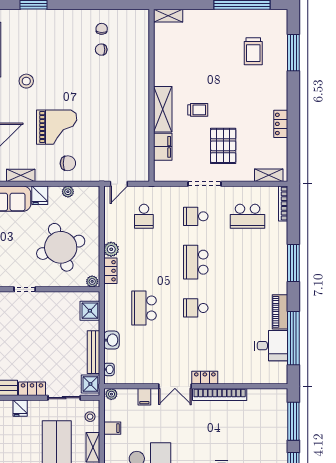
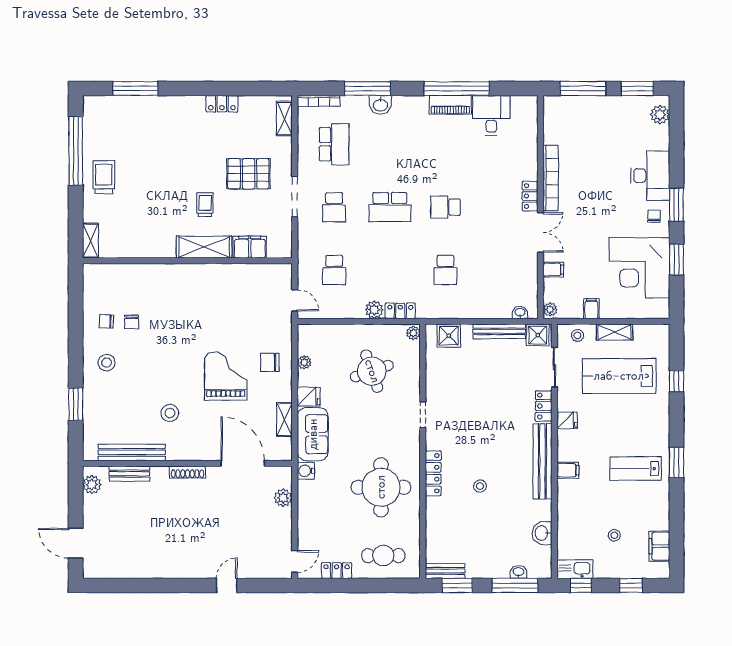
stool: (68, 29) -> (107, 363), added
trolley: (253, 51) -> (104, 177), moved, turned -90
chair: (68, 163) -> (270, 362), turned -90
school desk: (144, 216) -> (334, 270), turned 90
round table: (61, 247) -> (372, 371), width x0.73, depth x0.73
window: (293, 263) -> (368, 89), moved
school desk: (144, 308) -> (445, 270), width x0.54
school desk: (196, 308) -> (445, 207), turned 90
window: (293, 338) -> (457, 89), moved
washbasin: (111, 340) -> (380, 105), moved, turned 180

